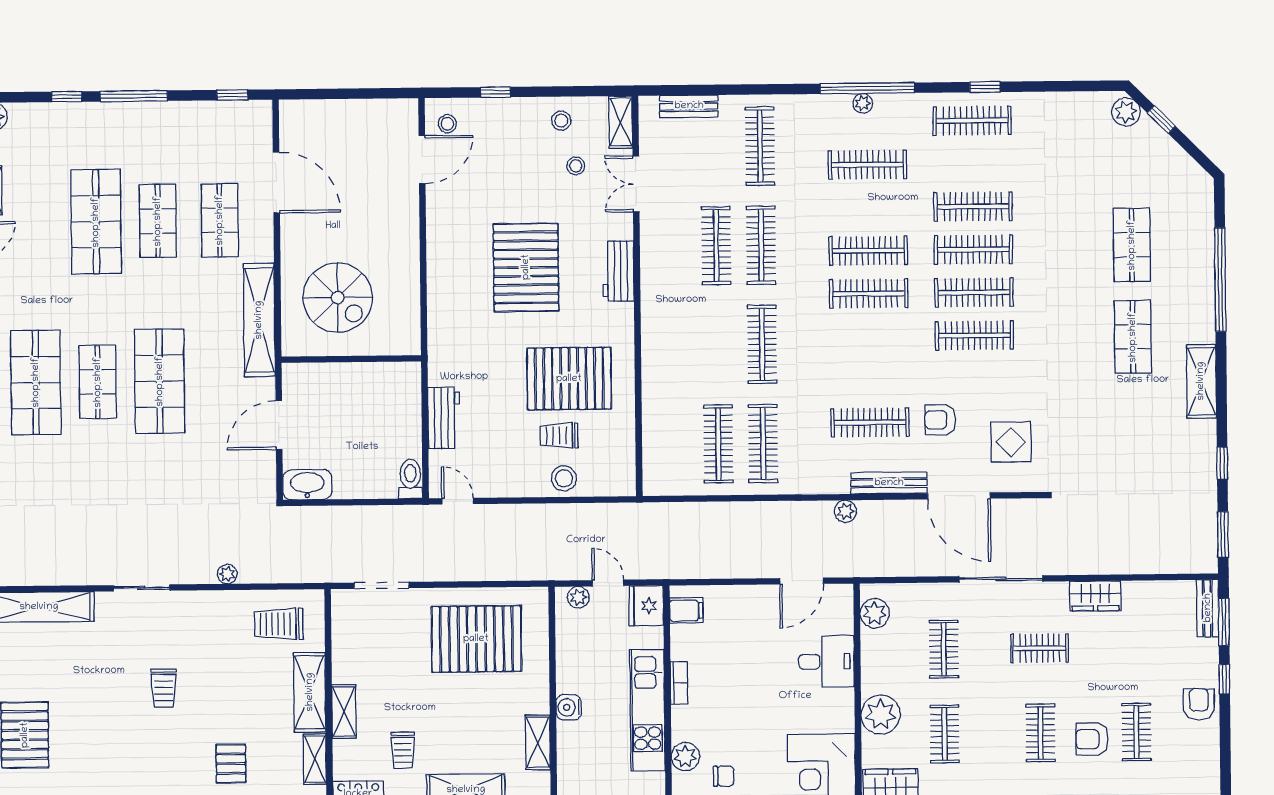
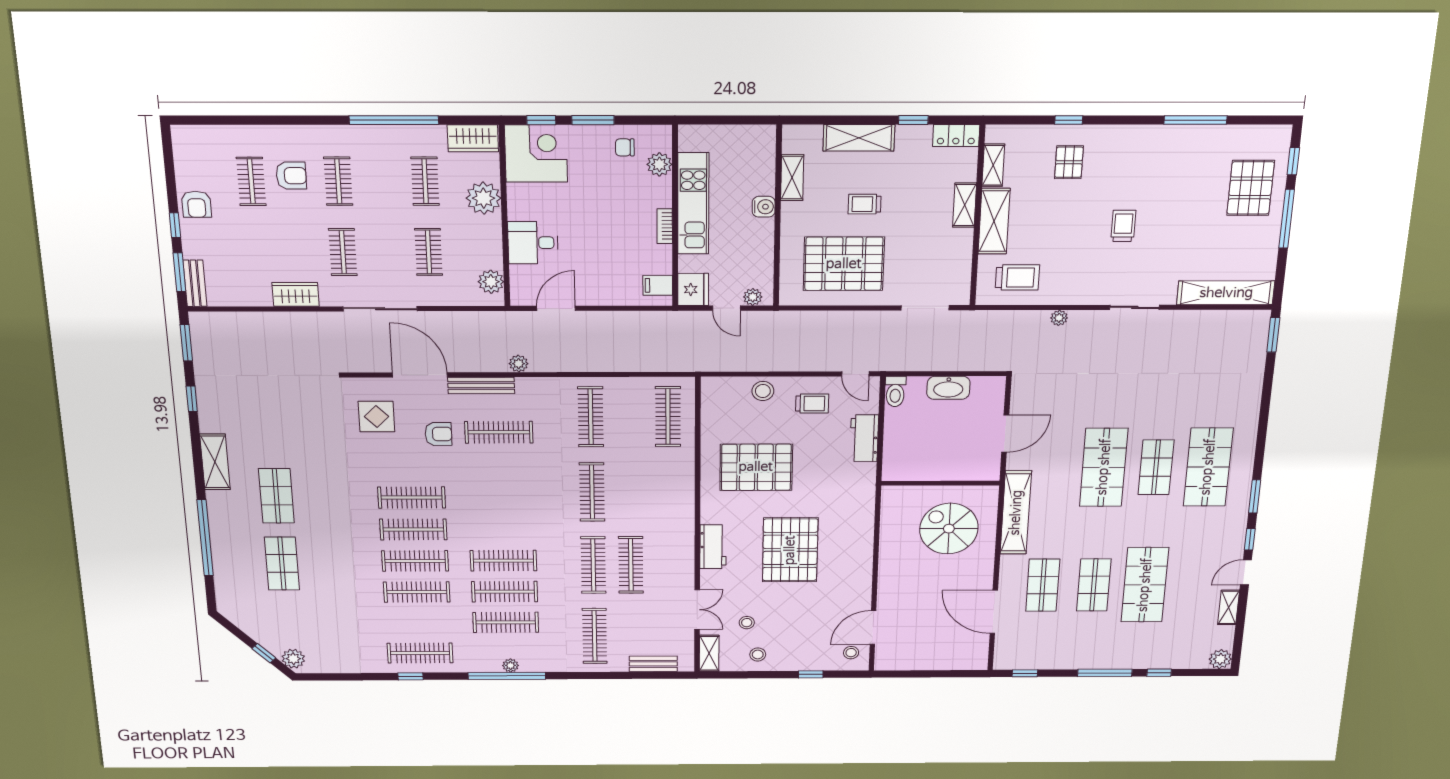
clothes rail: (869, 294) -> (505, 592), moved
trolley: (559, 436) -> (812, 404), moved
clothes rail: (718, 444) -> (668, 417), moved
washbasin: (307, 485) -> (948, 388), moved
clothes rail: (1040, 648) -> (343, 252), turned 90
trolley: (403, 750) -> (865, 204), moved, turned -90

